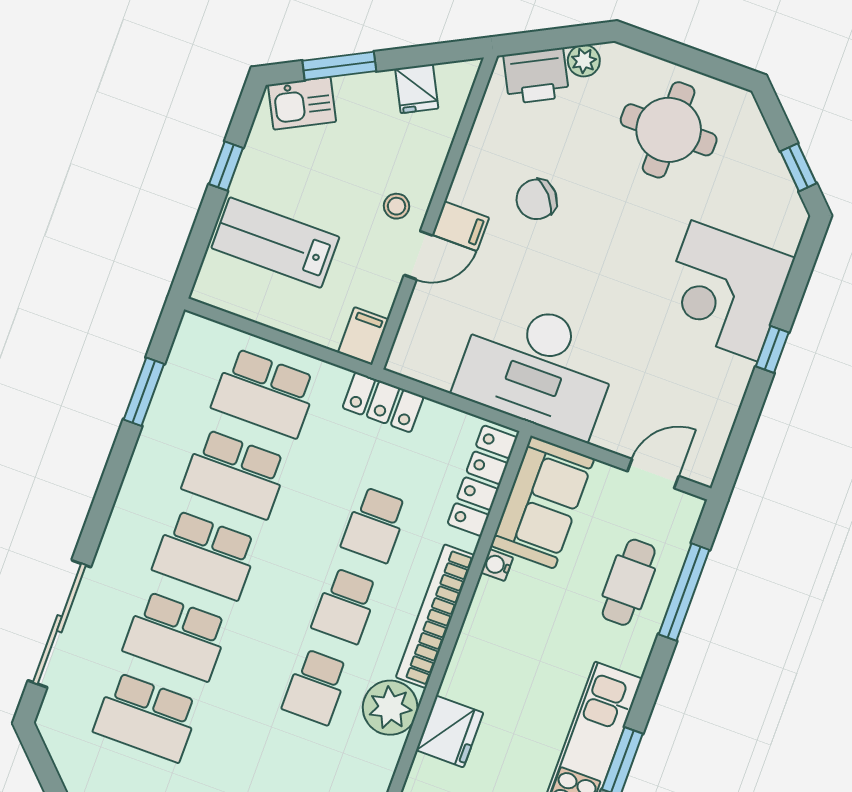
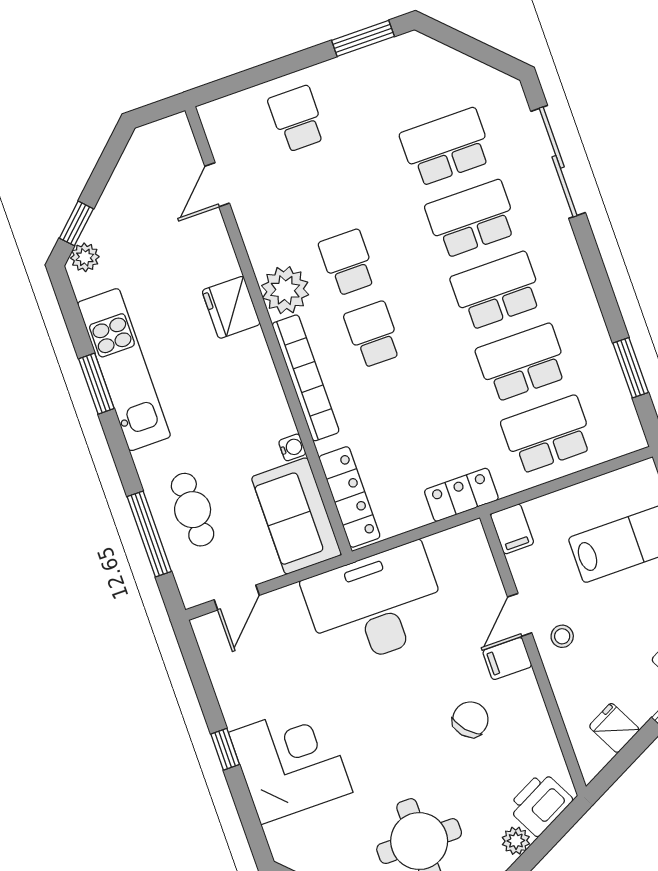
school desk: (375, 525) -> (398, 406), removed

